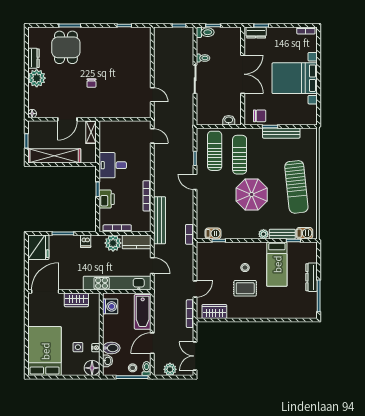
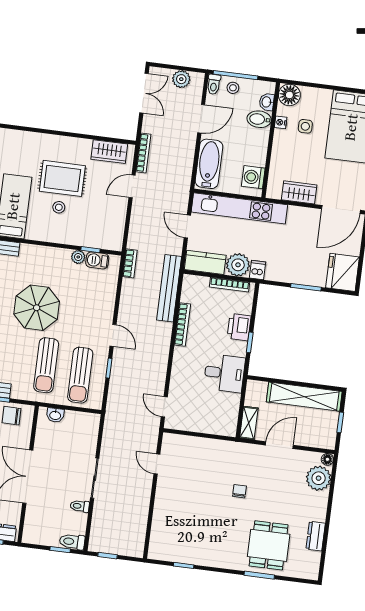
plant: (37, 78) -> (319, 478), moved
plant: (263, 234) -> (78, 257), moved
dishwasher: (86, 241) -> (258, 270), moved
rug: (245, 288) -> (62, 178), width x1.36, depth x1.43

